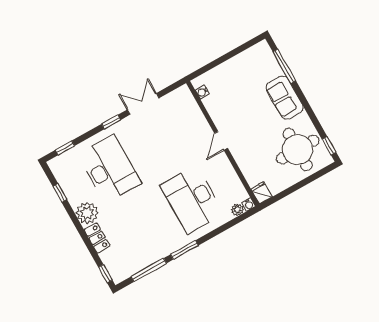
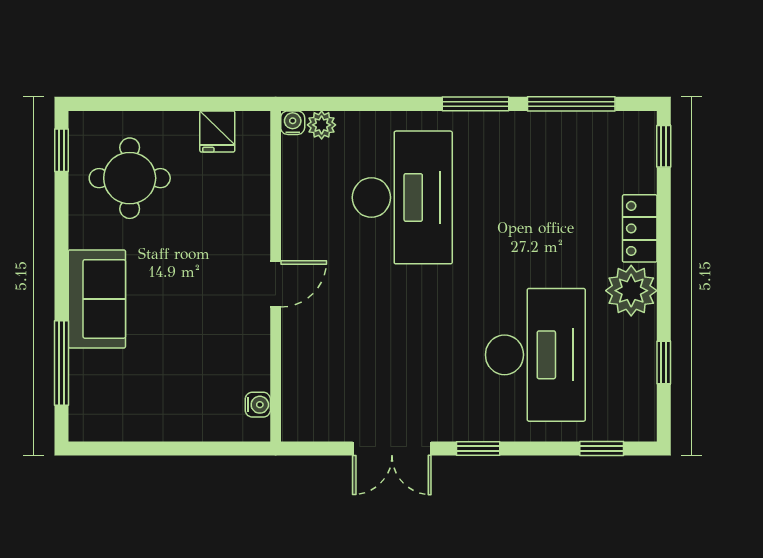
round table: (298, 150) -> (130, 178), width x0.73, depth x0.73
desk: (109, 169) -> (535, 355), turned 180
fridge: (262, 193) -> (217, 131), moved

